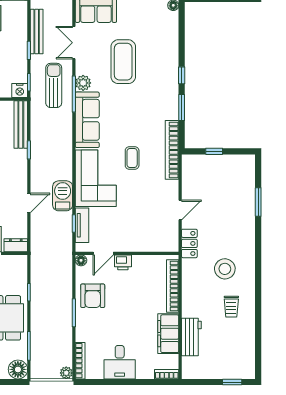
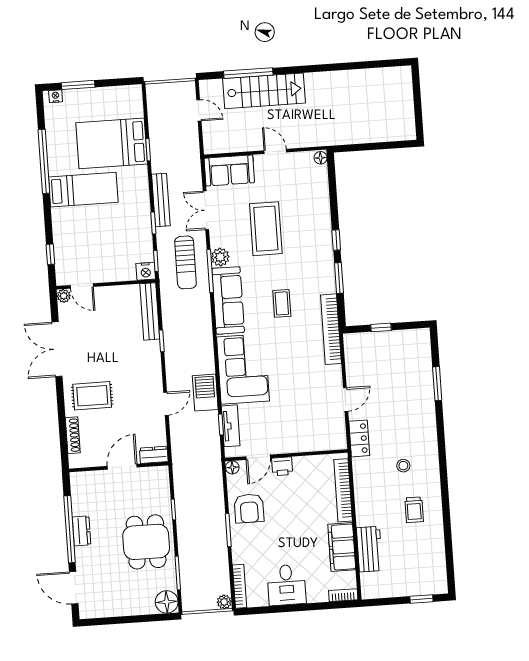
sun lounger: (54, 85) -> (186, 262), turned 180
coffee table: (132, 158) -> (282, 303), moved
stool: (225, 269) -> (403, 466), width x0.53, depth x0.53

